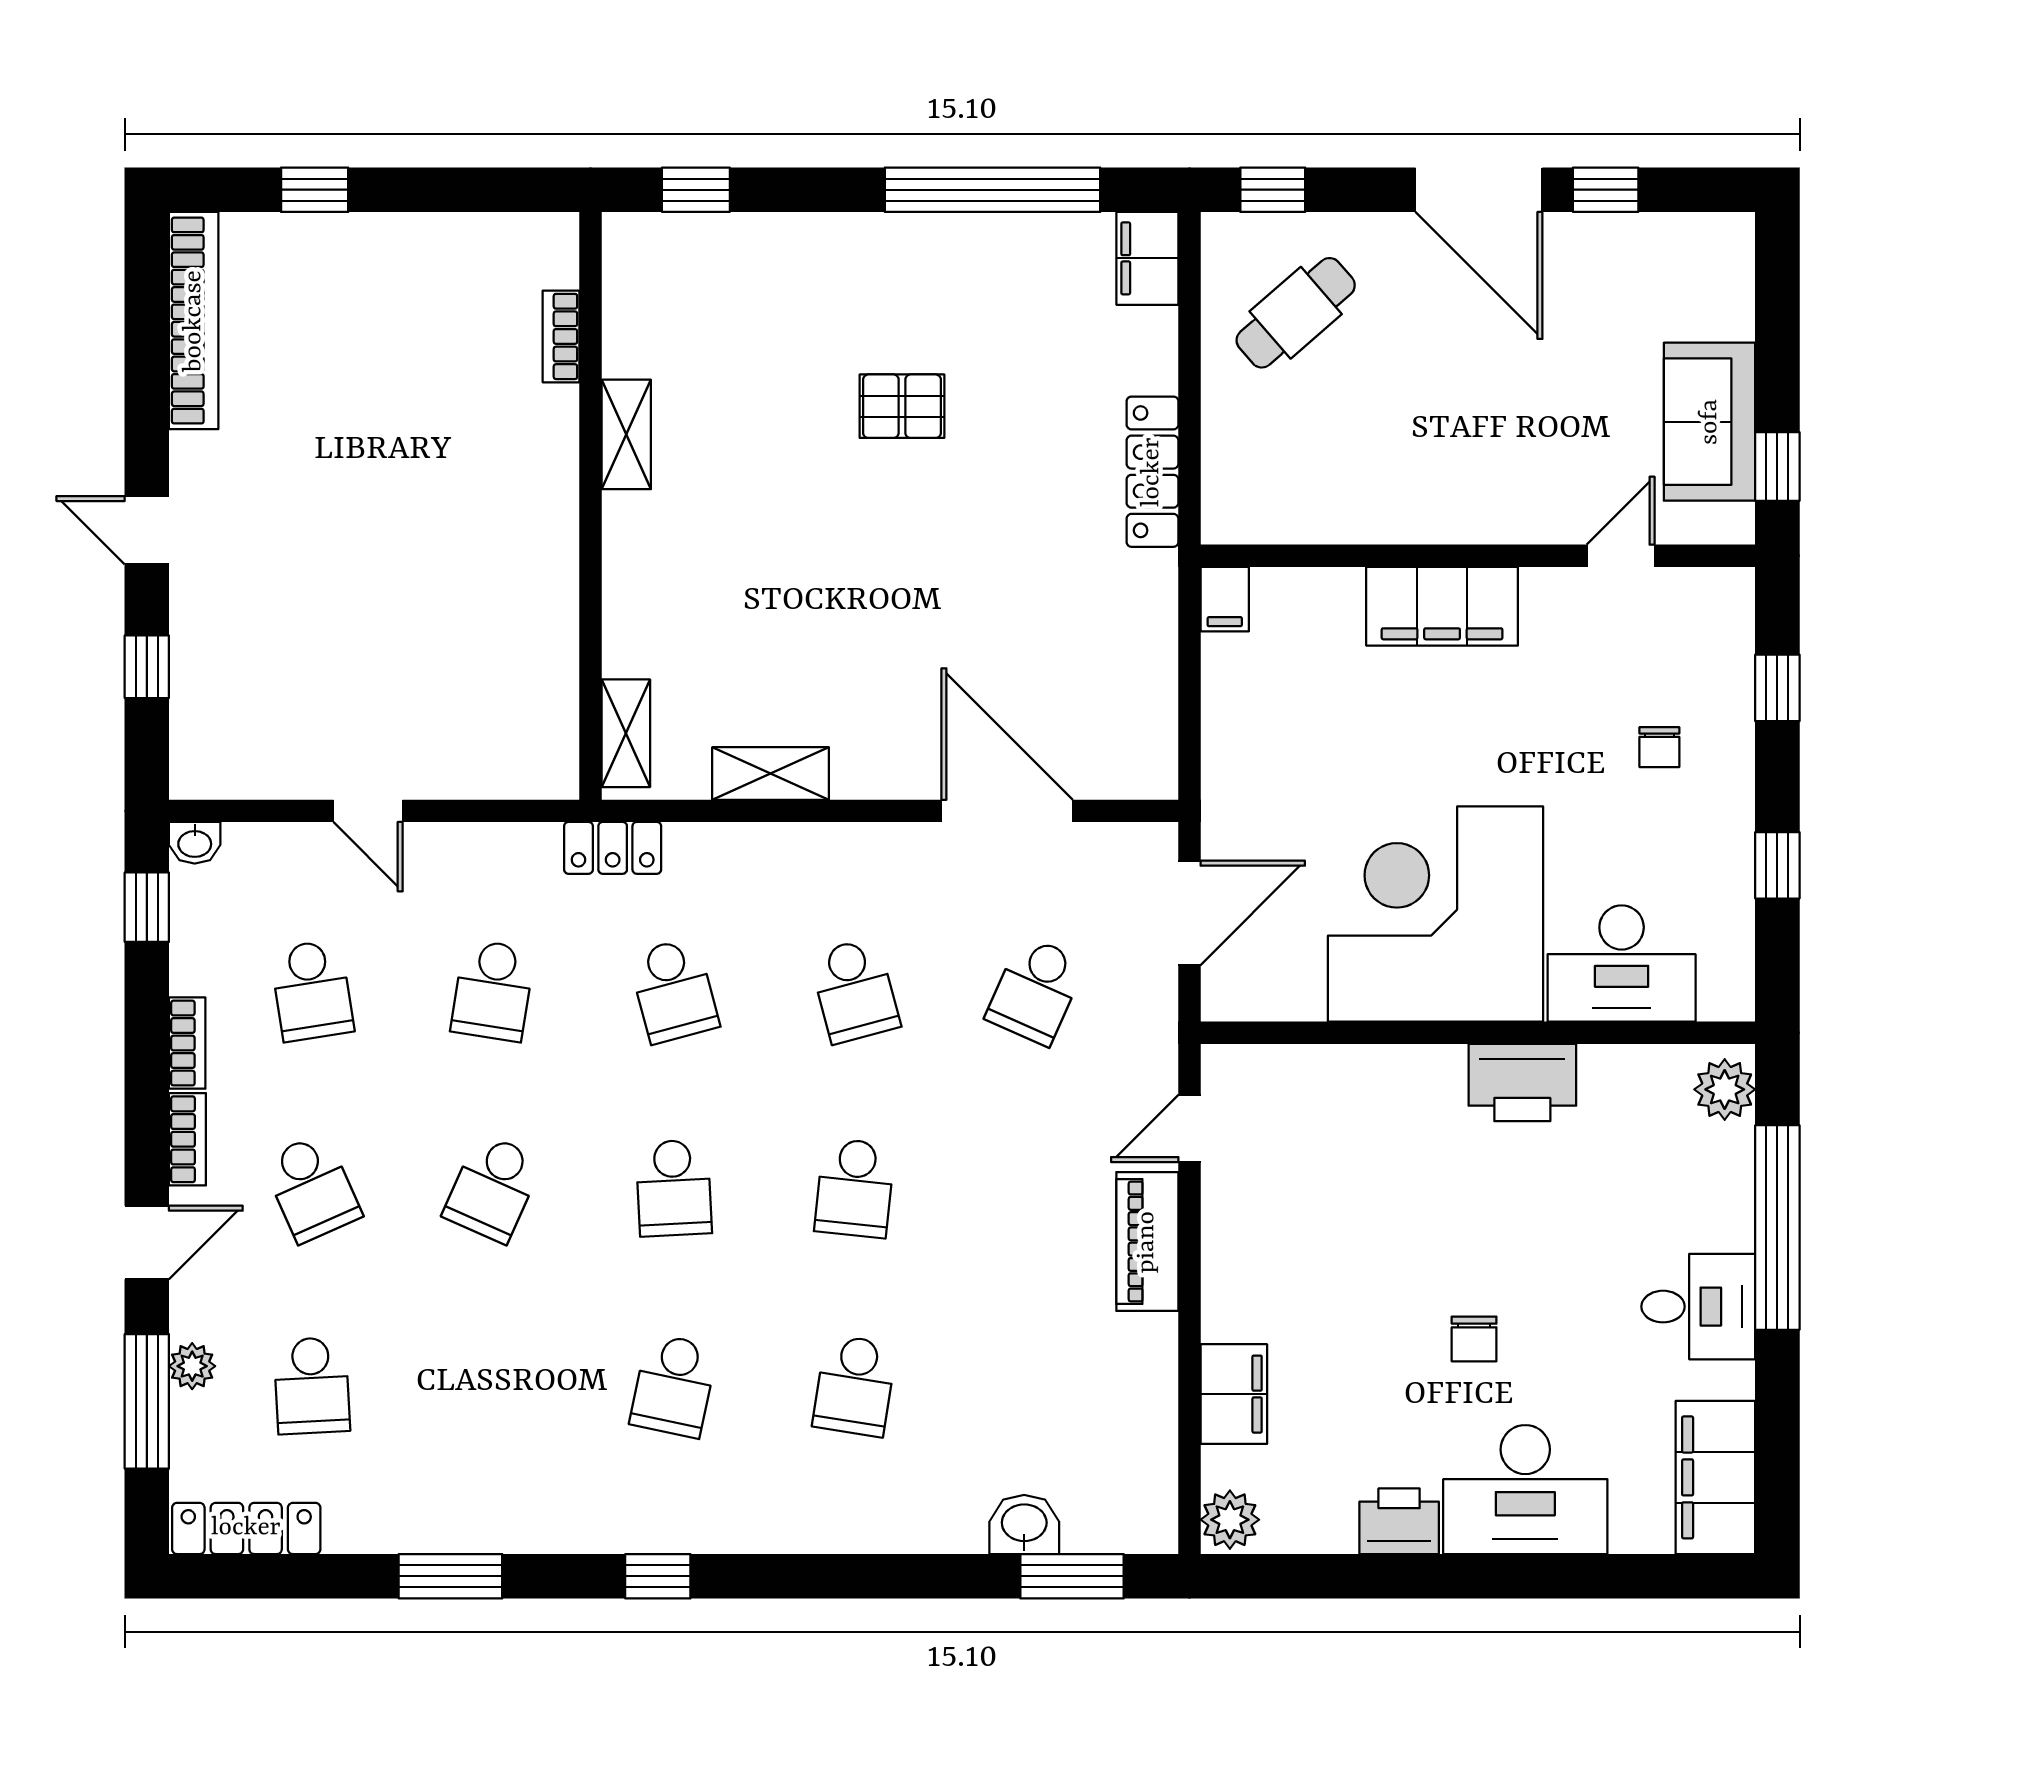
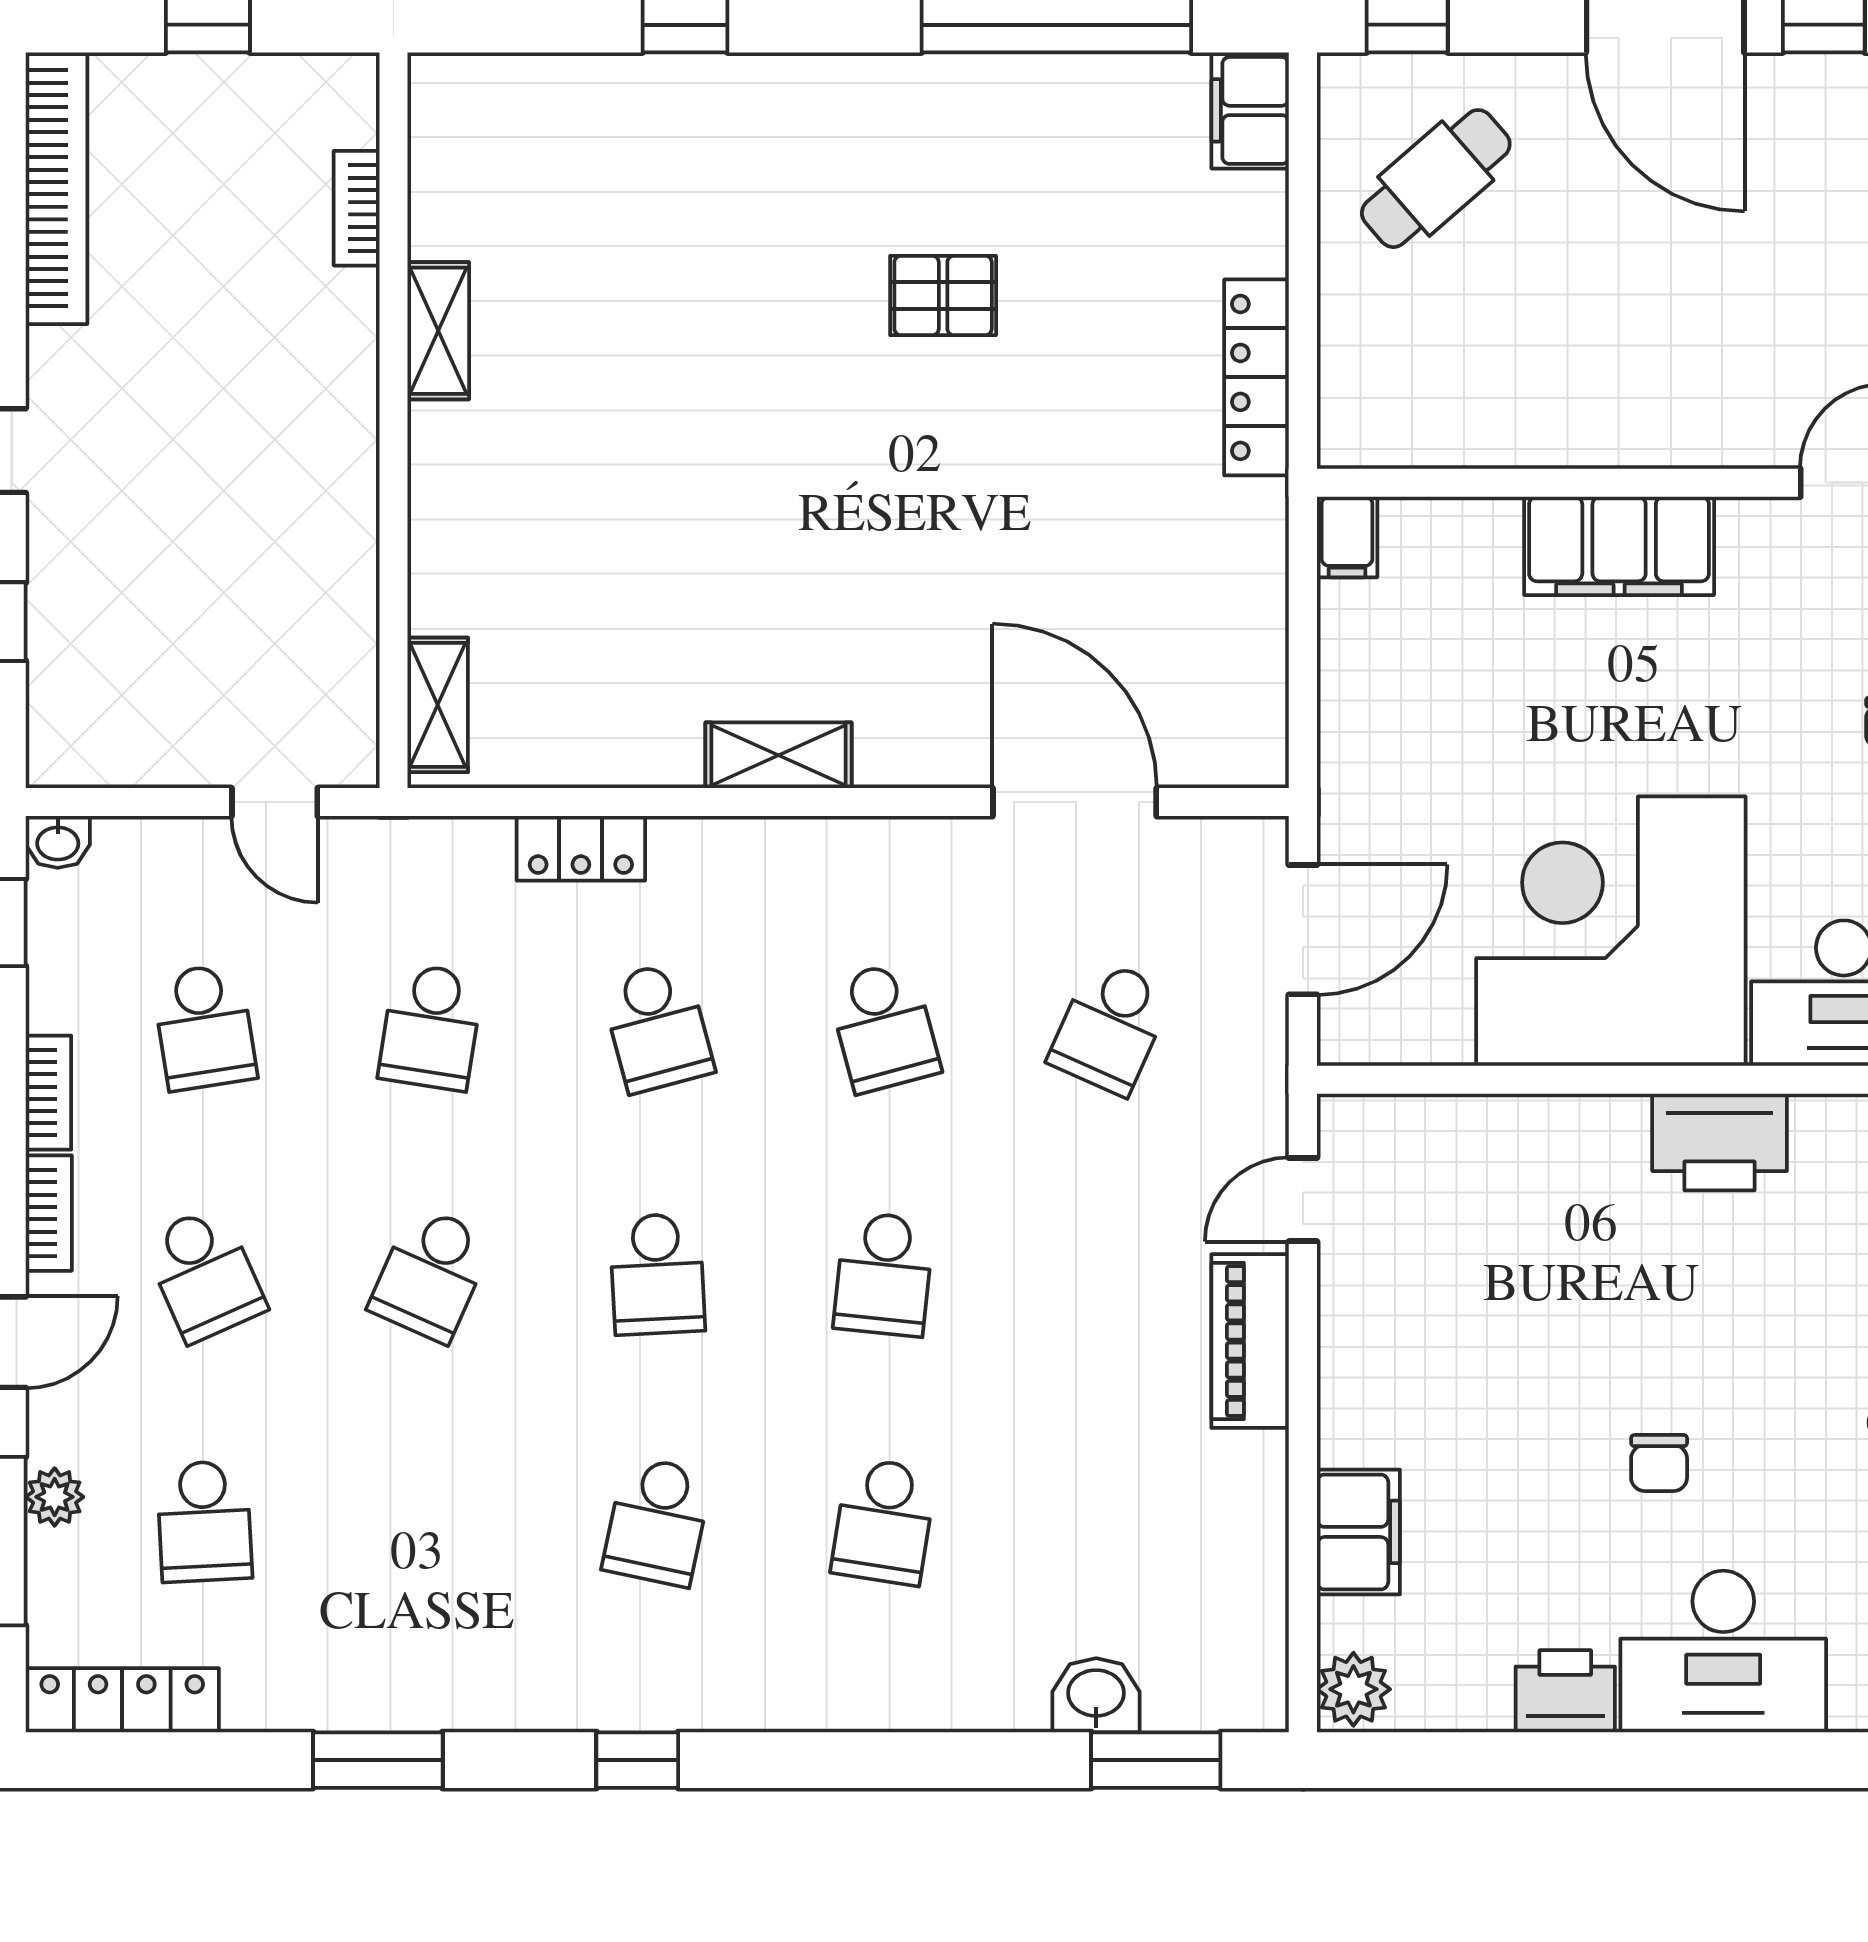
bookcase: (561, 336) -> (357, 208), moved
shelving: (626, 434) -> (438, 331), moved
wall: (591, 506) -> (393, 420), moved
shelving: (626, 733) -> (438, 705), moved

